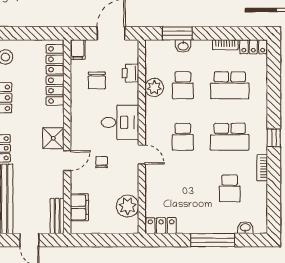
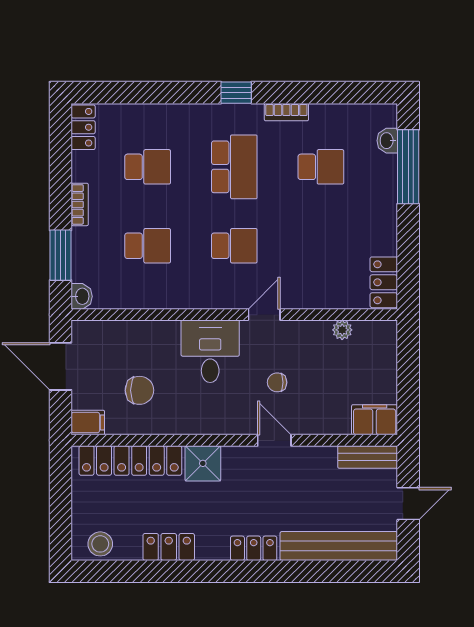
bookcase: (225, 45) -> (80, 204), moved
washbasin: (183, 46) -> (82, 296), moved
printer: (130, 73) -> (127, 334), removed
school desk: (230, 85) -> (148, 167), width x0.54
plant: (154, 88) -> (152, 294), removed
shower: (53, 138) -> (203, 463), moved
plant: (128, 206) -> (342, 330), width x0.53, depth x0.53
filing cabinet: (79, 207) -> (375, 420), moved
window: (213, 240) -> (408, 167), moved

